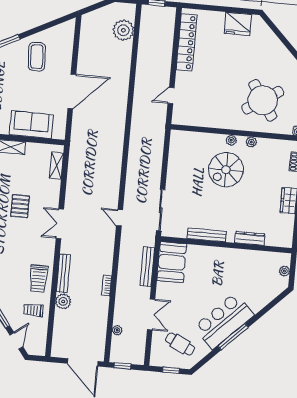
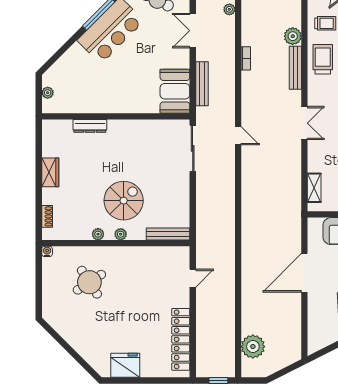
round table: (263, 100) -> (89, 282), width x0.73, depth x0.73
bench: (207, 235) -> (168, 234), moved

